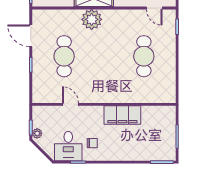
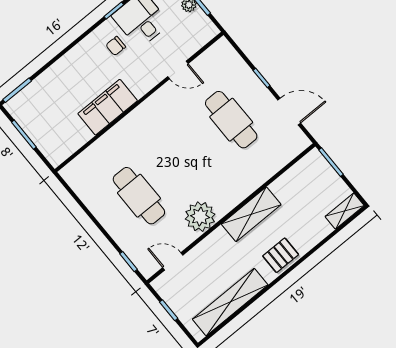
plant: (92, 19) -> (200, 217), moved

